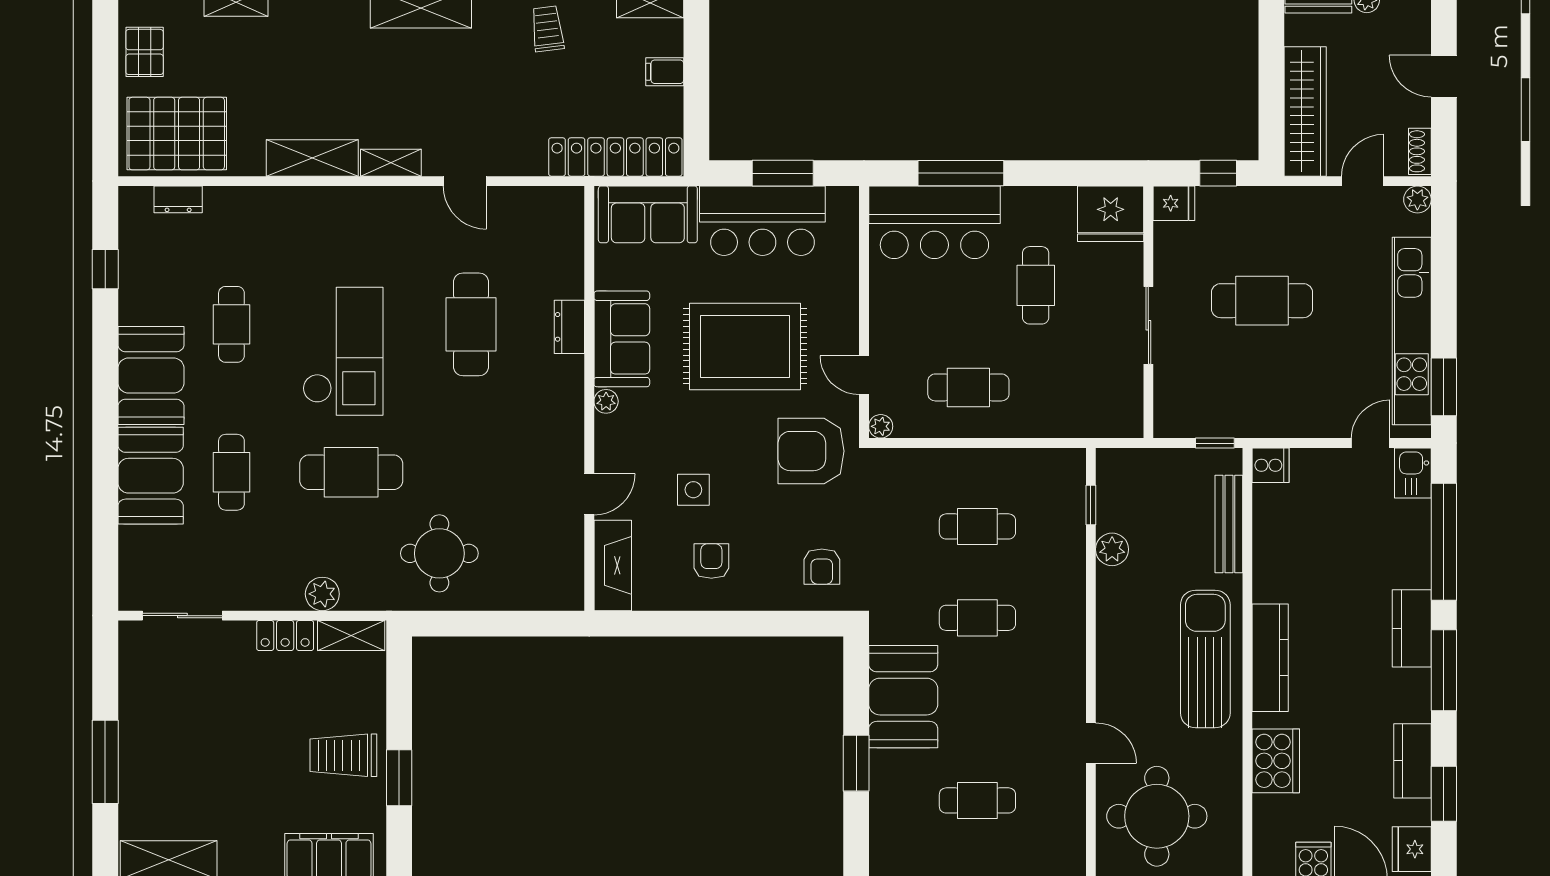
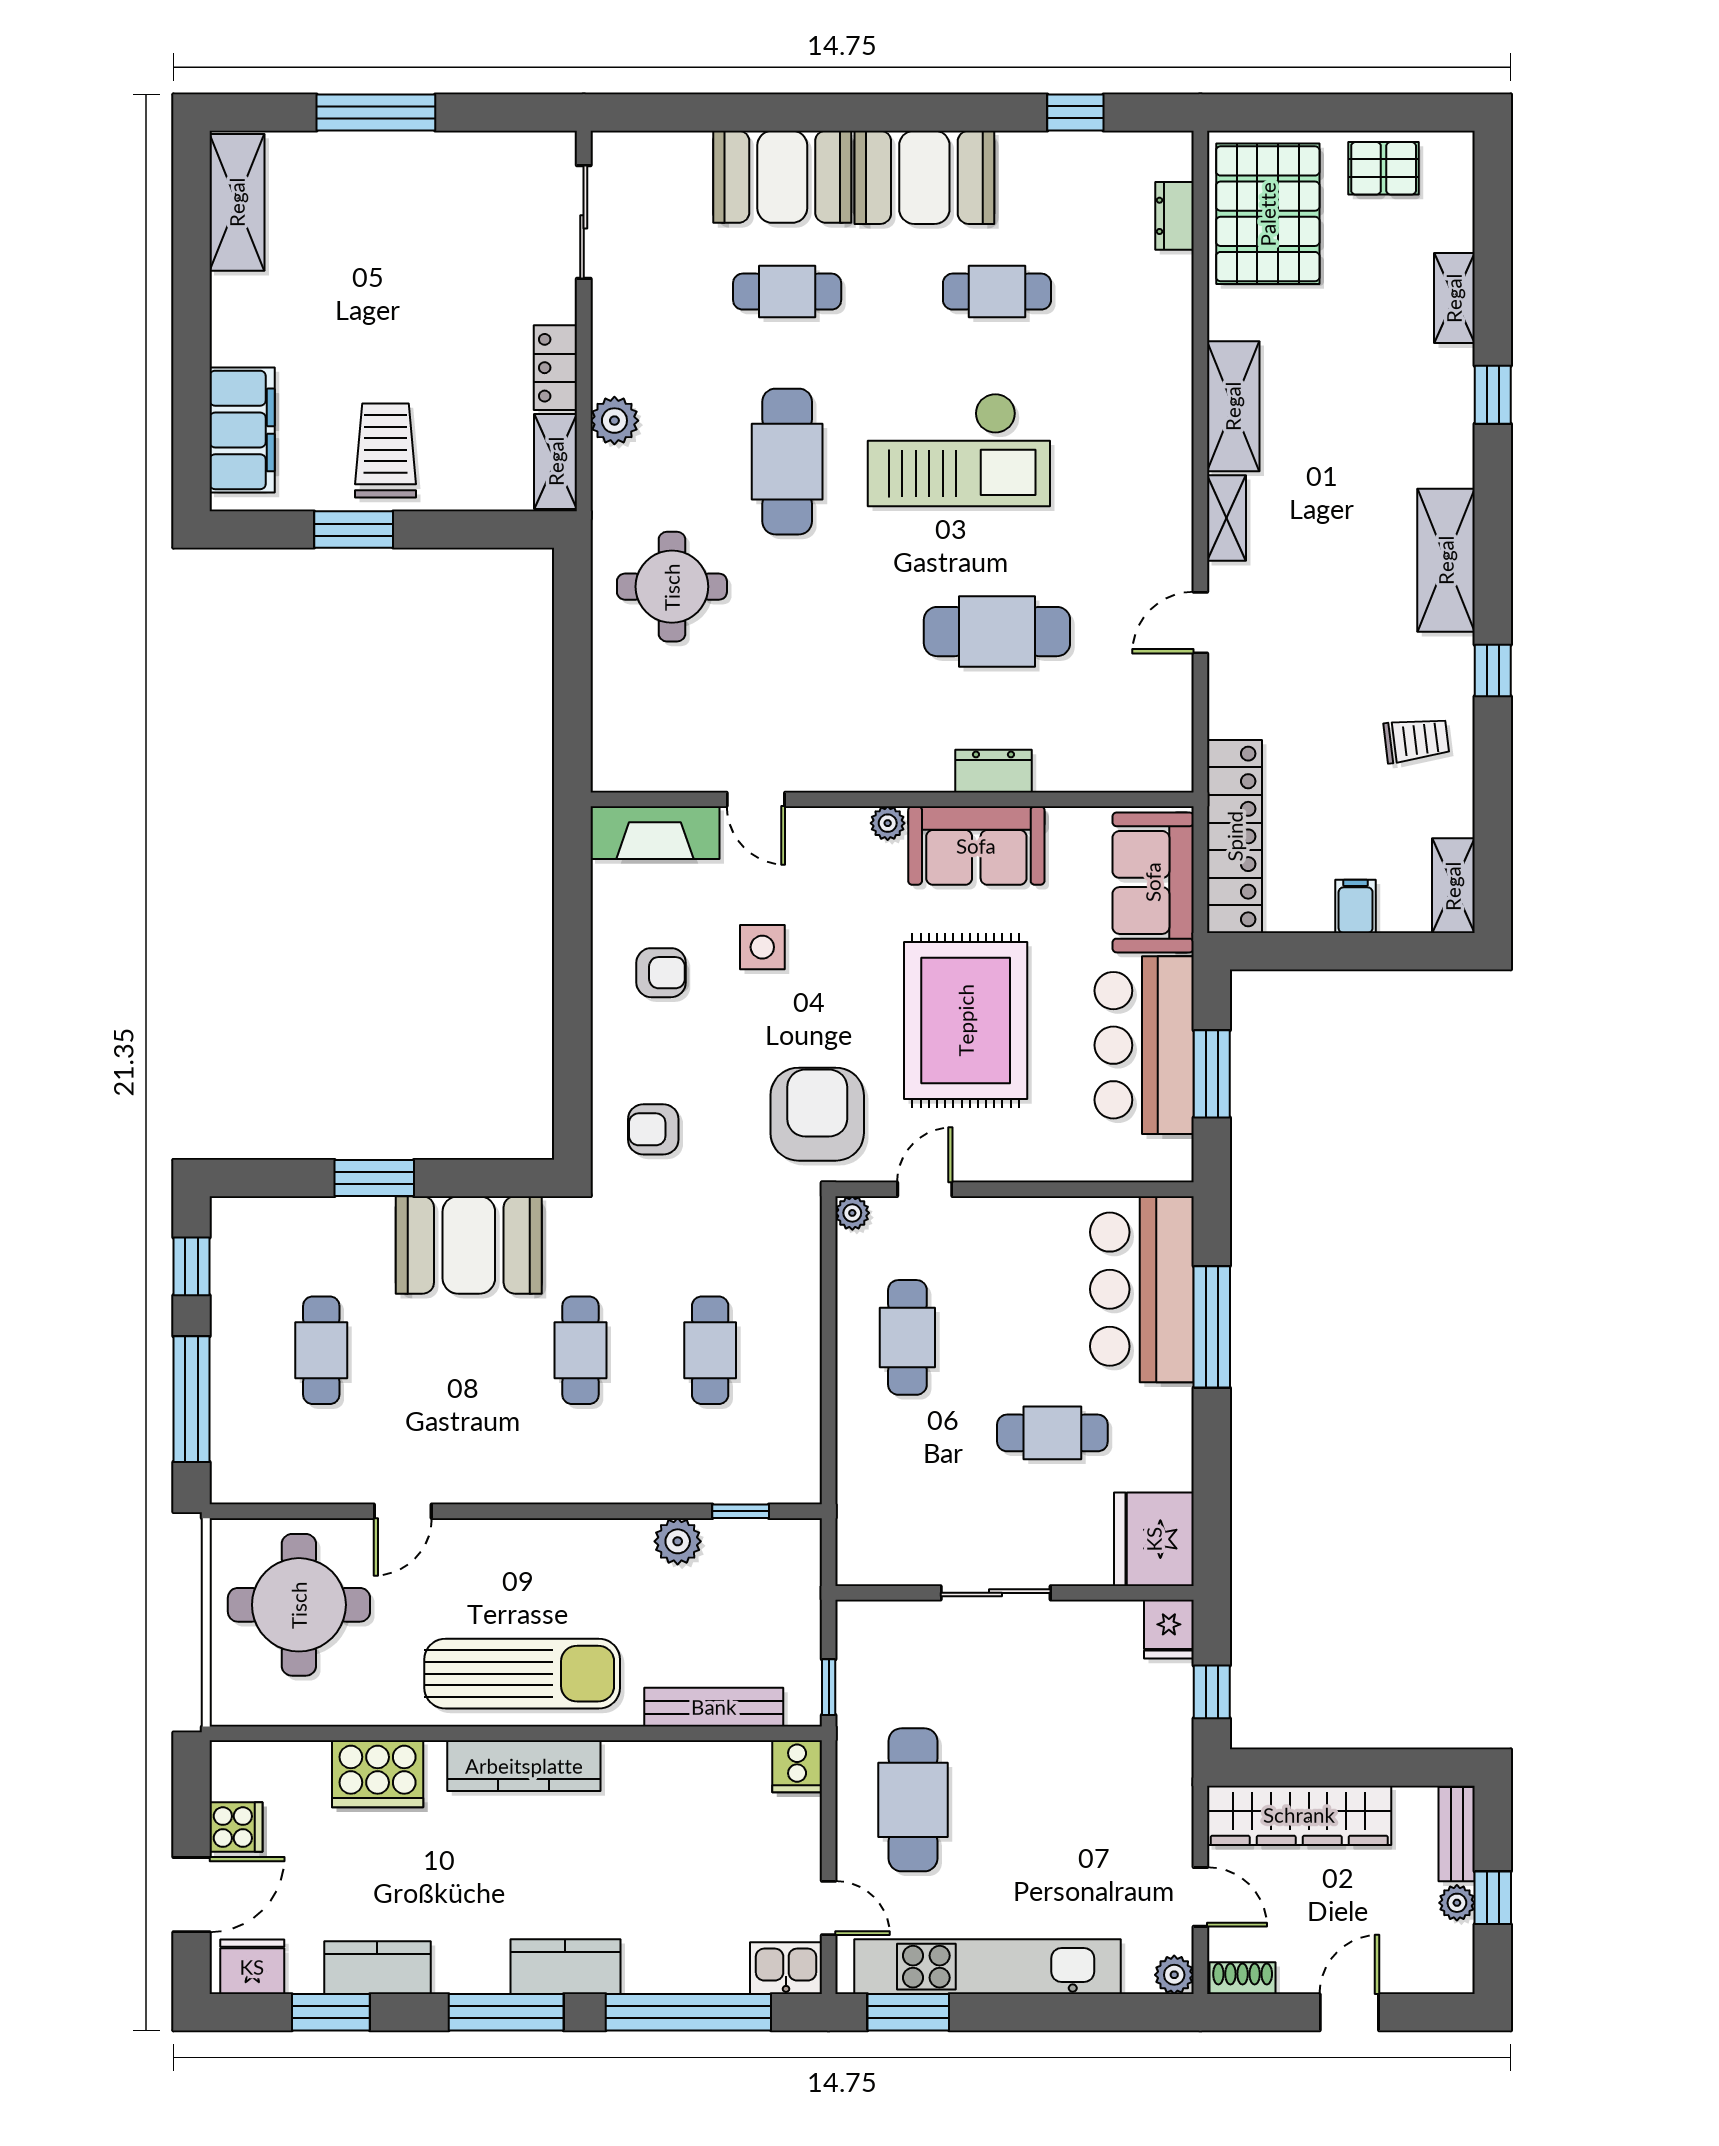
cafe table: (1262, 301) -> (913, 1800), moved

